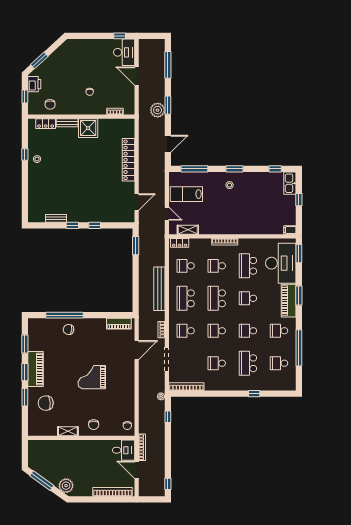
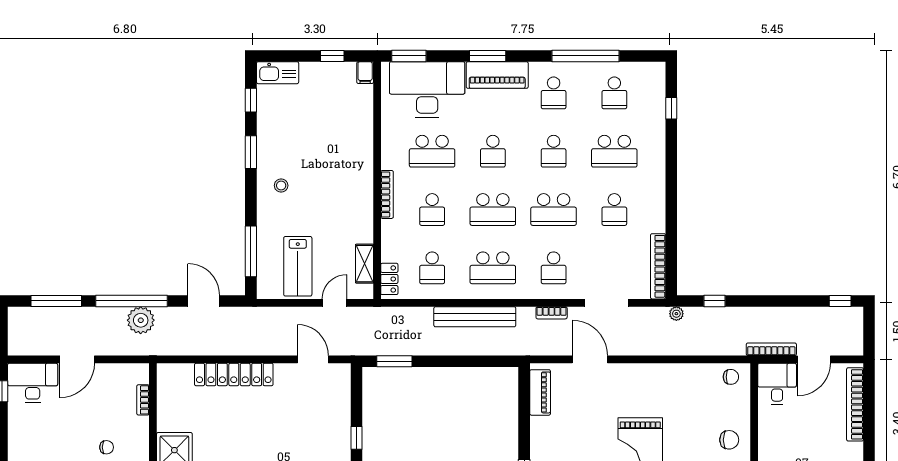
window: (168, 105) -> (132, 301), width x2.11
window: (234, 169) -> (251, 152), moved
window: (299, 200) -> (332, 56), moved
school desk: (217, 331) -> (554, 209), width x1.85
window: (254, 394) -> (671, 108), moved

